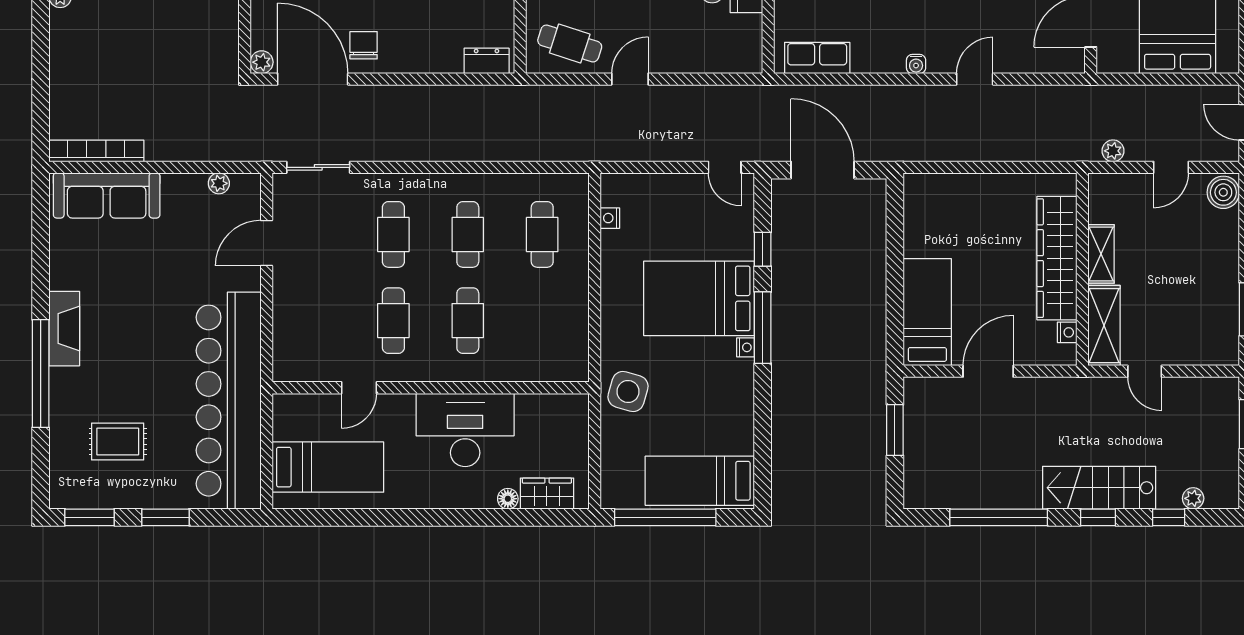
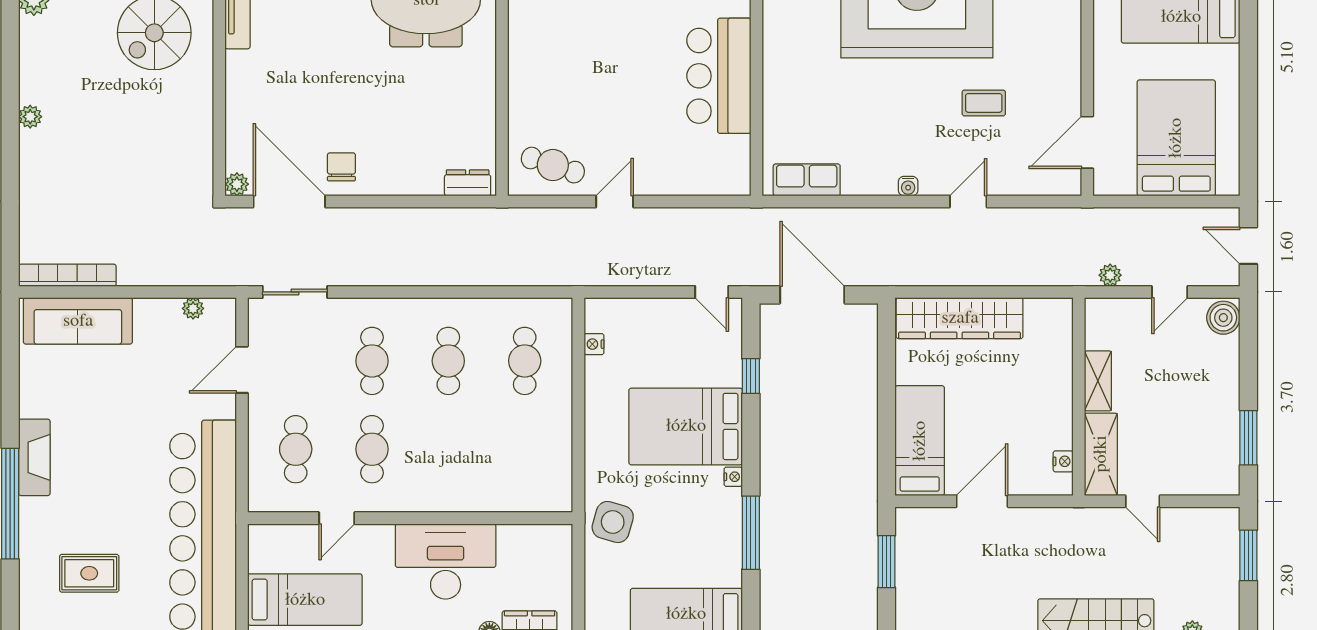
wardrobe: (1057, 258) -> (960, 318), moved, turned -90
cafe table: (468, 321) -> (296, 449), moved
window: (763, 328) -> (751, 533), moved

